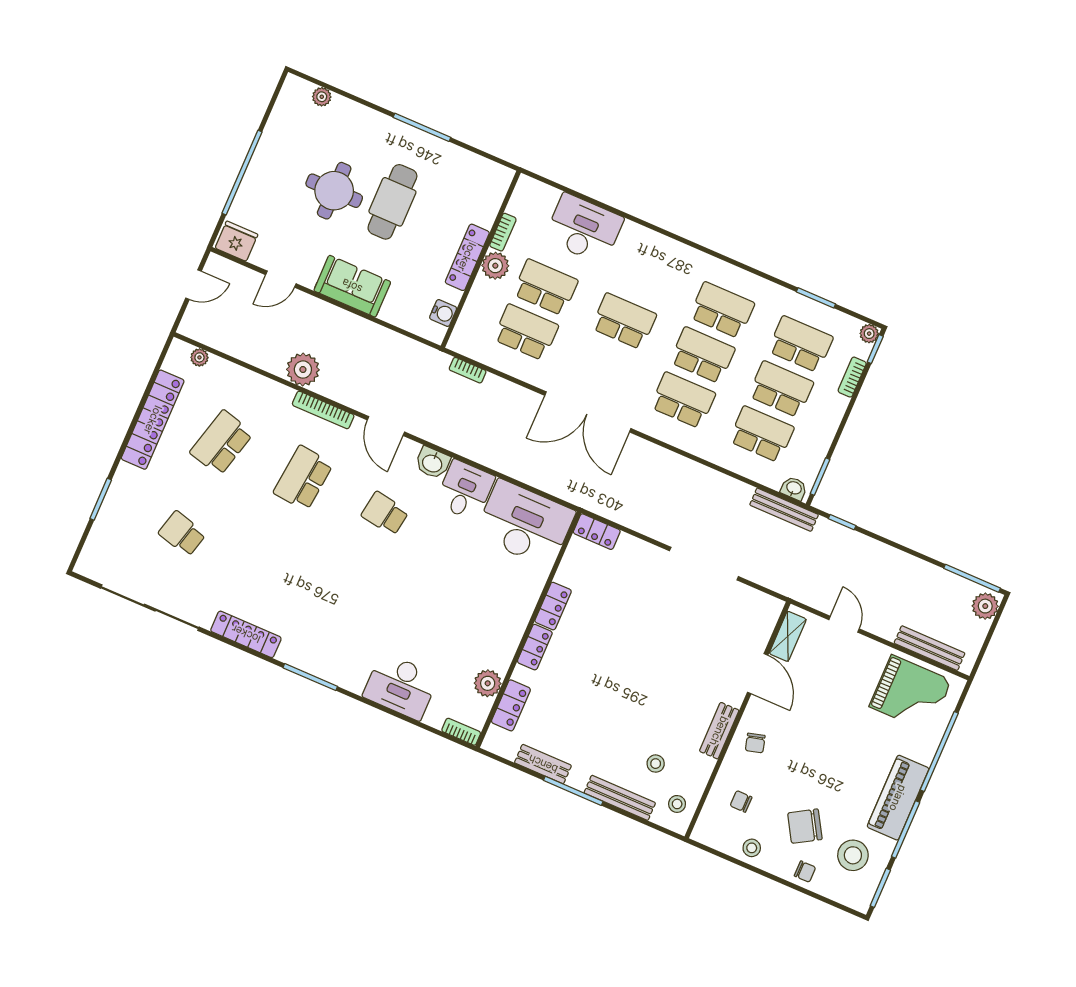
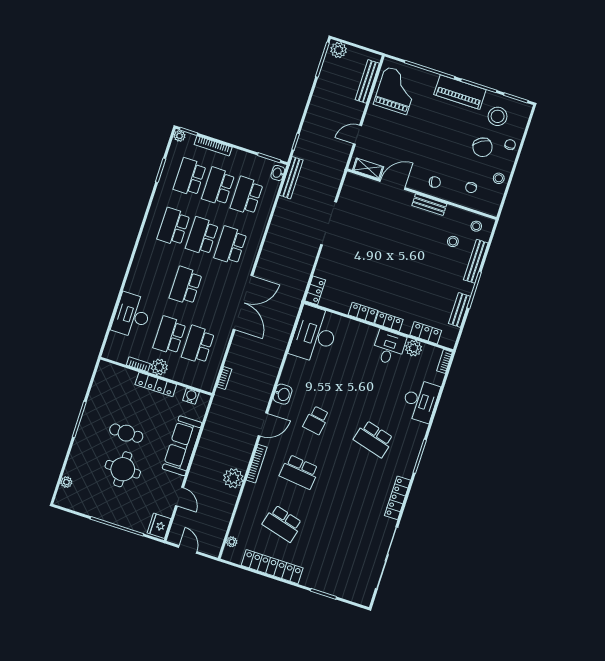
cafe table: (392, 202) -> (126, 433), width x0.73, depth x0.74
sofa: (352, 286) -> (182, 446), width x1.36
bookcase: (852, 377) -> (213, 146), width x1.56
desk: (465, 490) -> (389, 348), moved, turned 90
school desk: (182, 534) -> (374, 439), moved, width x1.85

